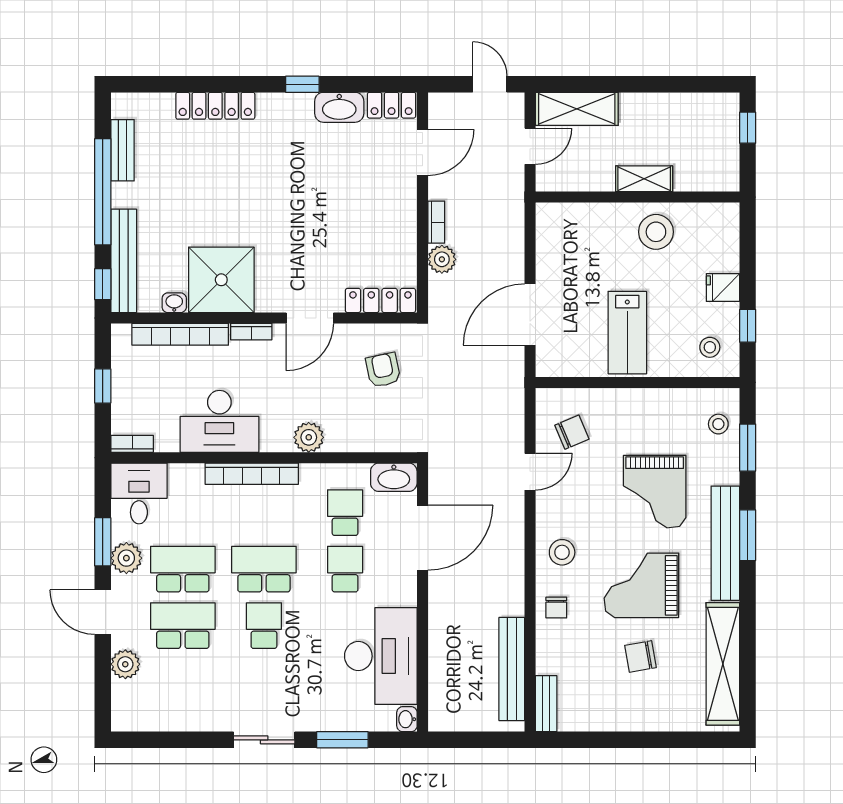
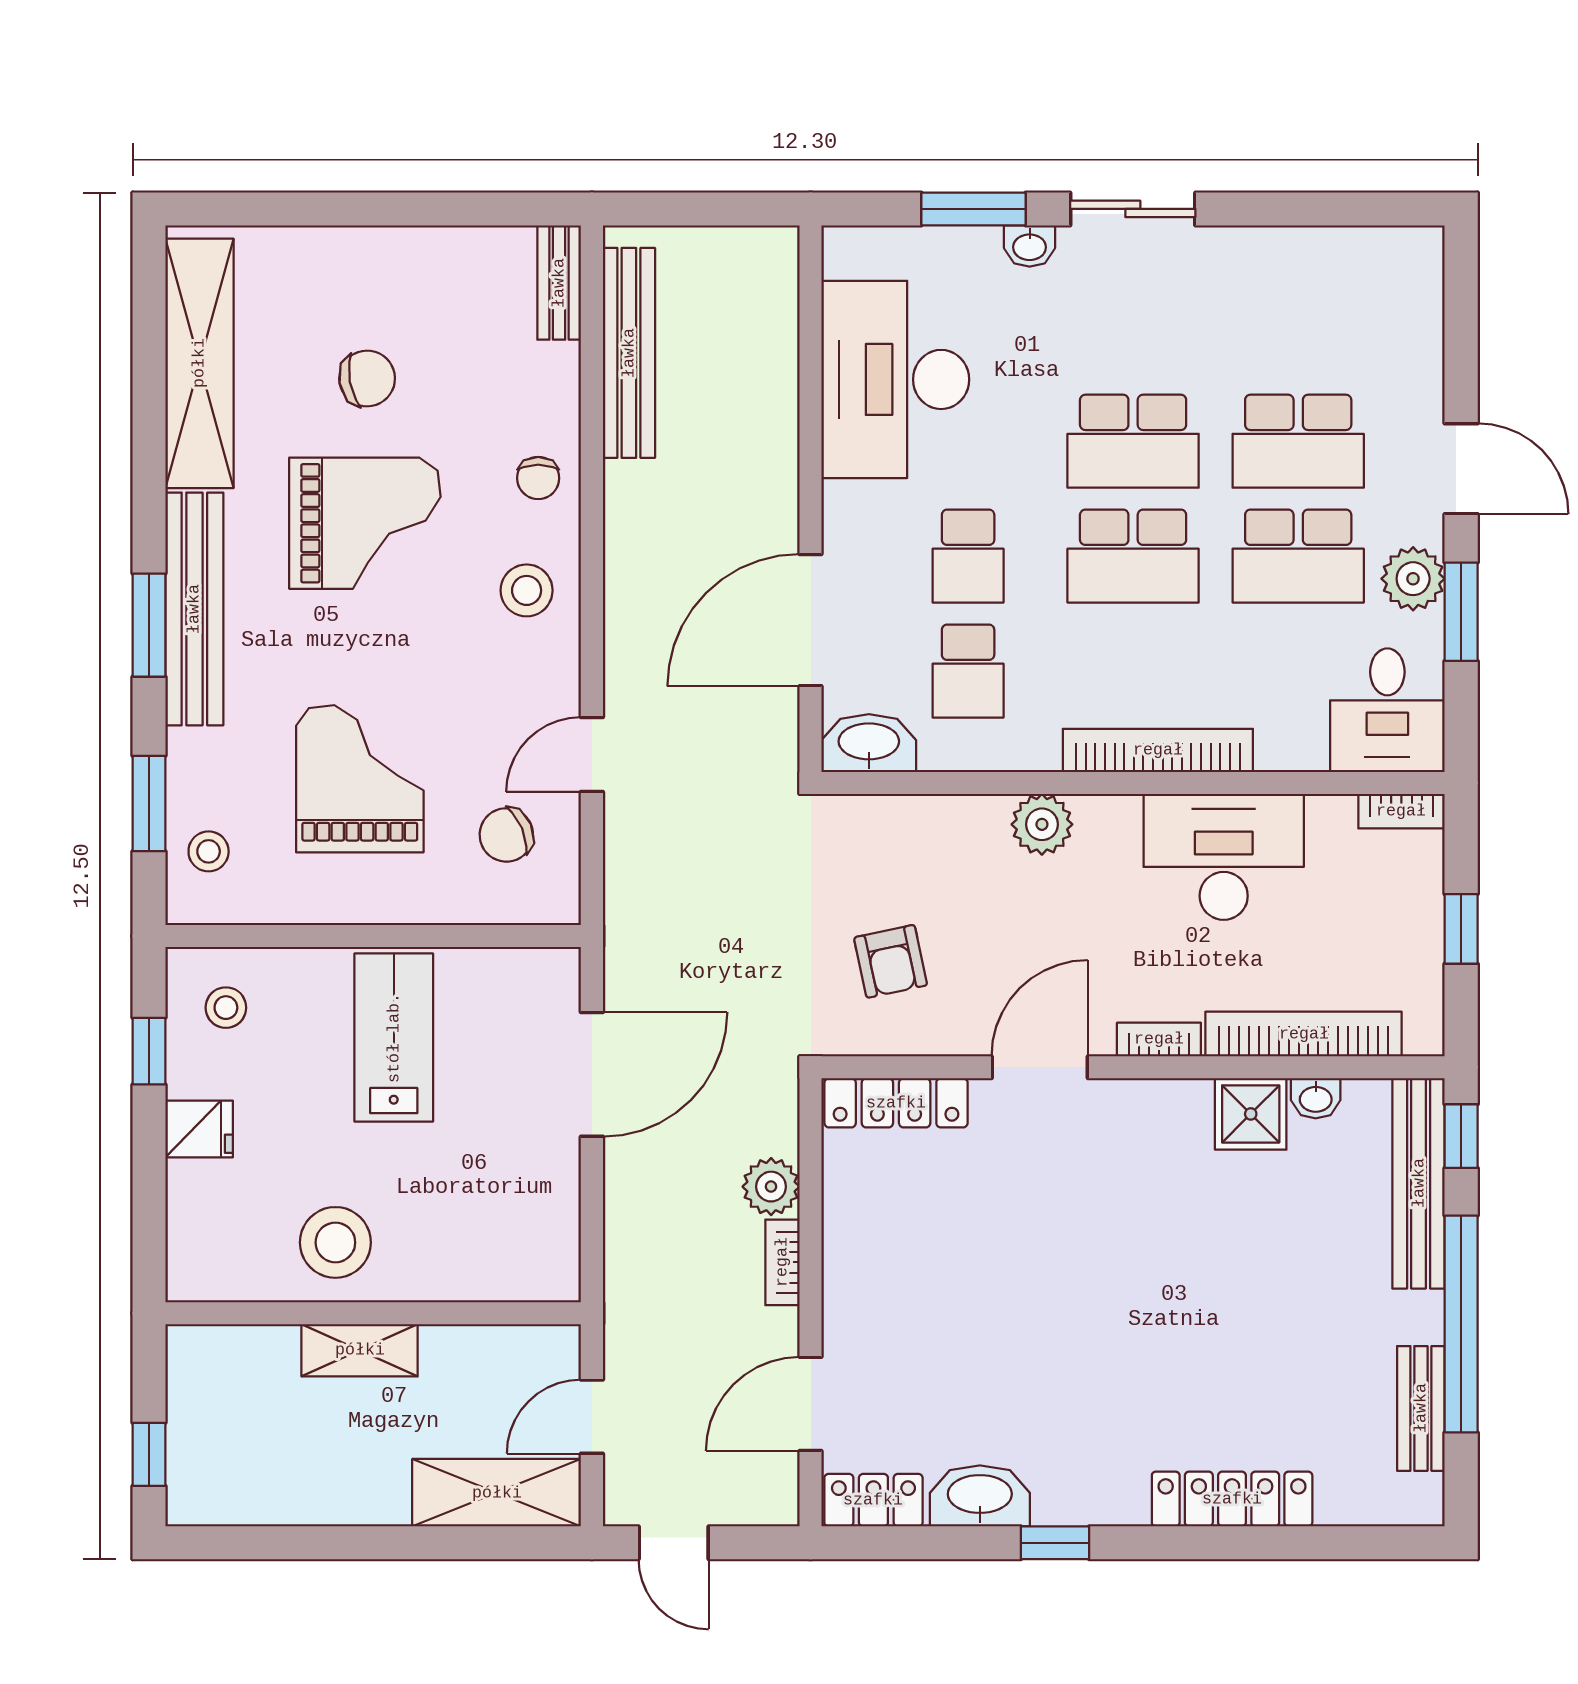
shower: (221, 280) -> (1251, 1114), width x0.54, depth x0.54
grand piano: (655, 492) -> (360, 779), moved
chair: (556, 608) -> (538, 478), turned 180
school desk: (264, 626) -> (1133, 441), width x1.85
plant: (125, 664) -> (1415, 363), removed
washbasin: (407, 719) -> (1030, 246), moved, turned 90

